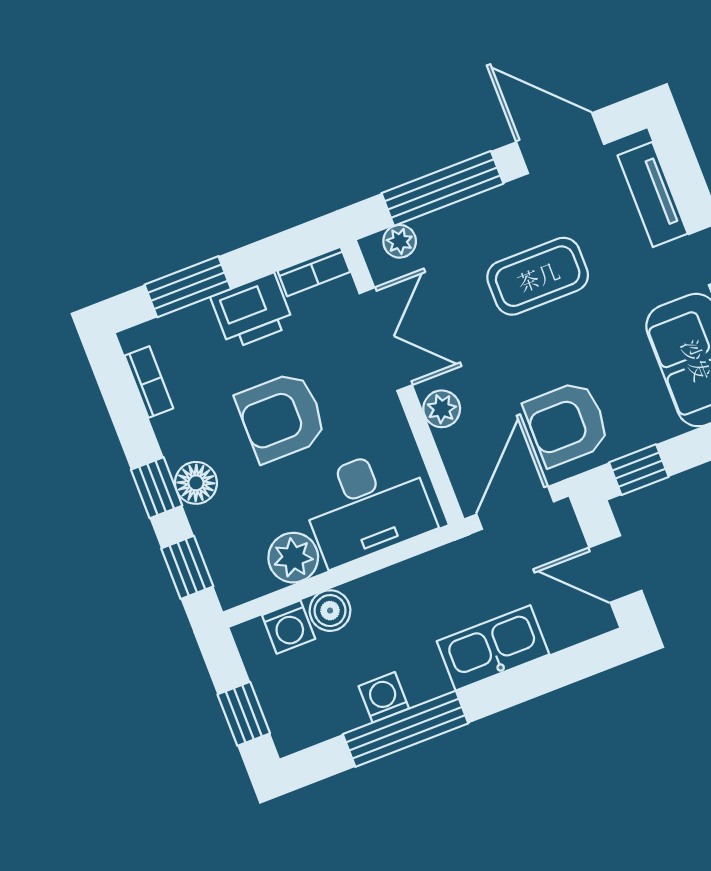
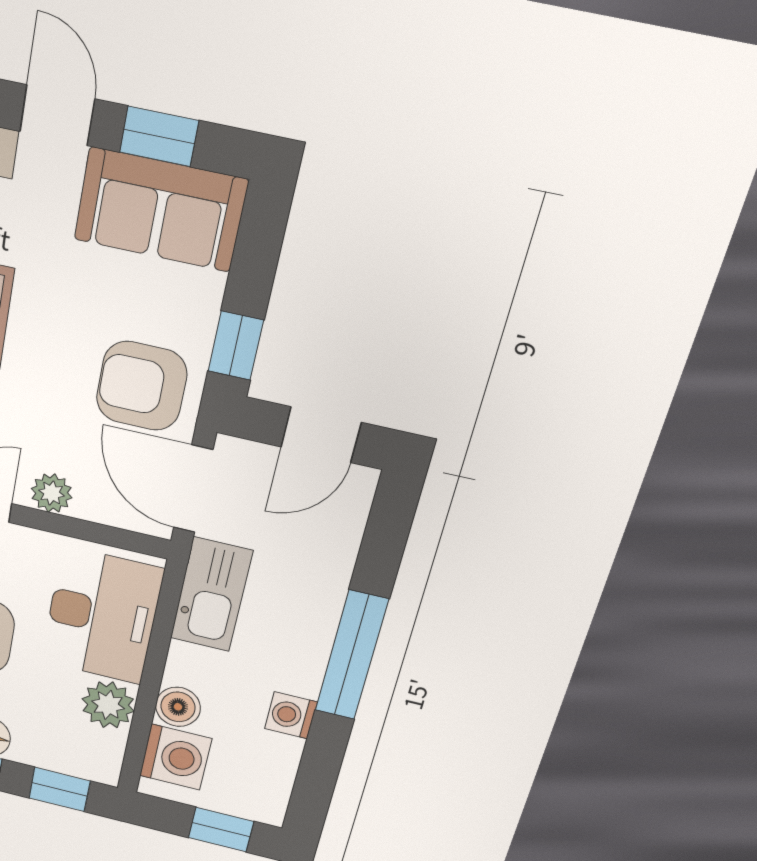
armchair: (567, 423) -> (141, 386), turned 90
washing machine: (289, 627) -> (176, 757), width x1.38, depth x1.38
kitchen sink: (493, 648) -> (211, 595), moved, turned 180
window: (406, 729) -> (352, 655), moved

